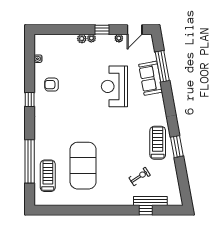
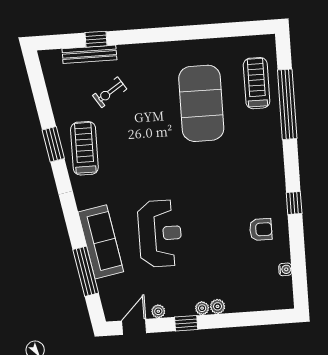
sofa: (151, 78) -> (101, 242), width x1.36
treadmill: (158, 143) -> (84, 148), turned 180
treadmill: (48, 176) -> (257, 83), turned 180

